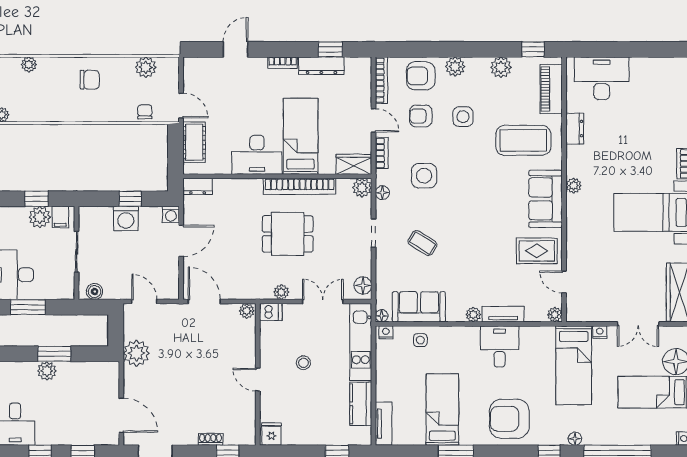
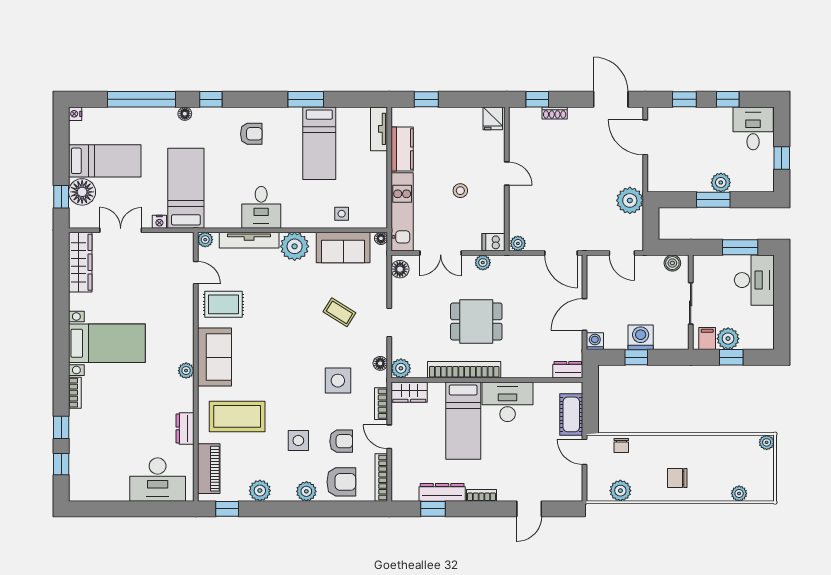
tv unit: (503, 314) -> (249, 240), width x1.41
plant: (473, 315) -> (295, 246), width x1.87, depth x1.87
nightstand: (386, 332) -> (377, 222), removed
armchair: (509, 419) -> (251, 134), width x0.53, depth x0.53

